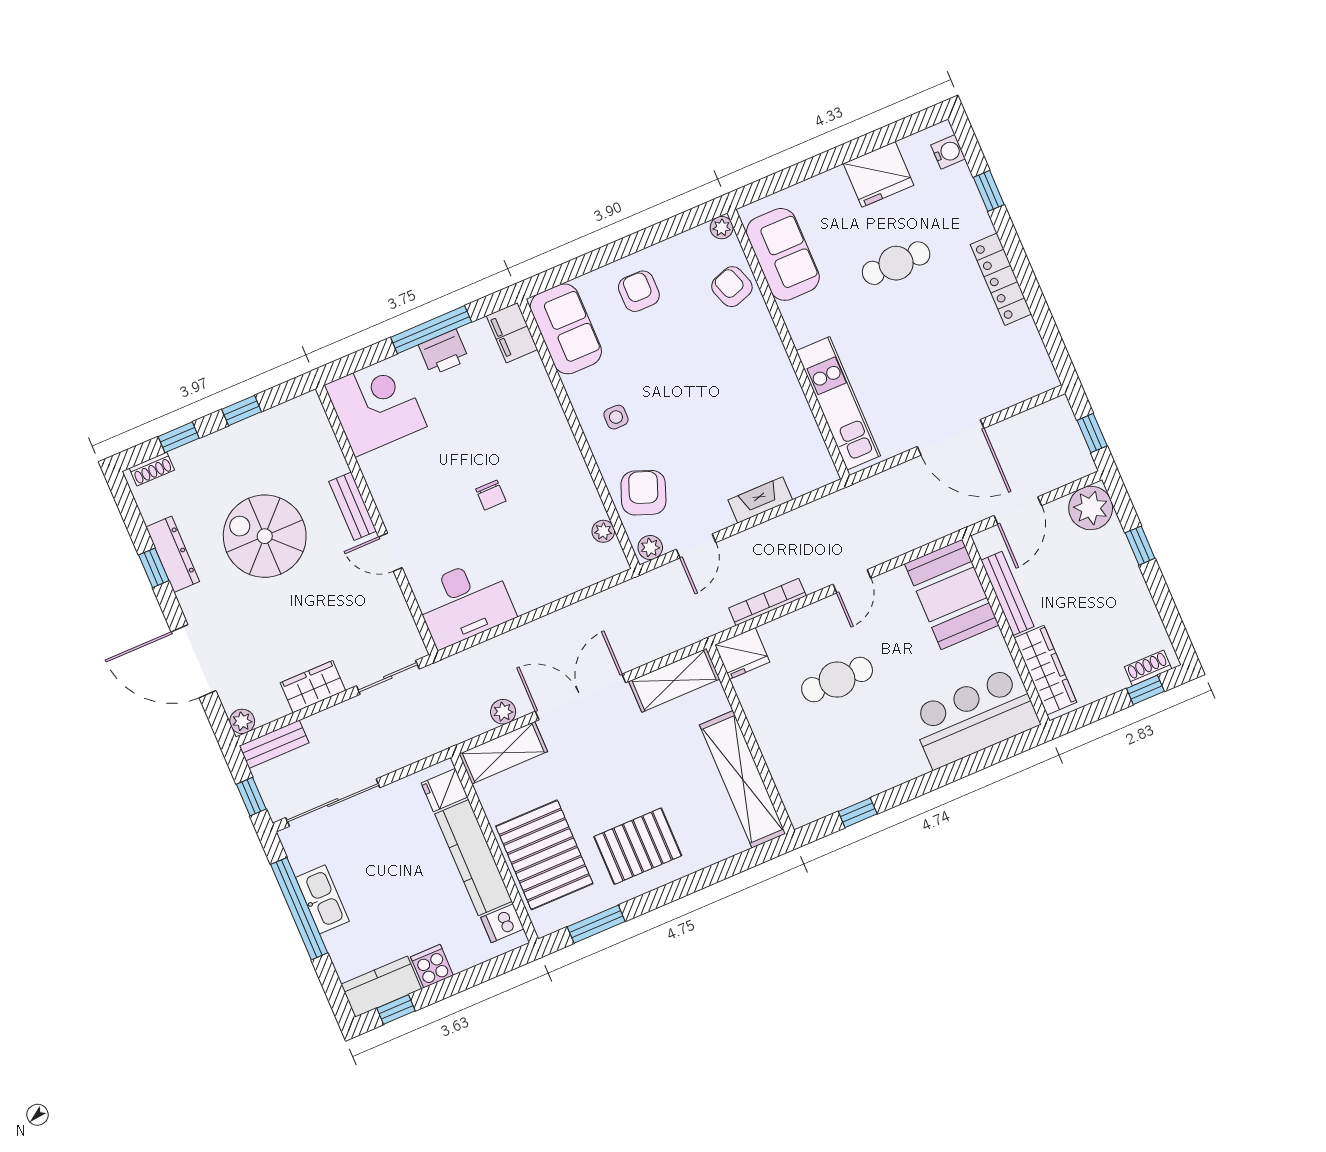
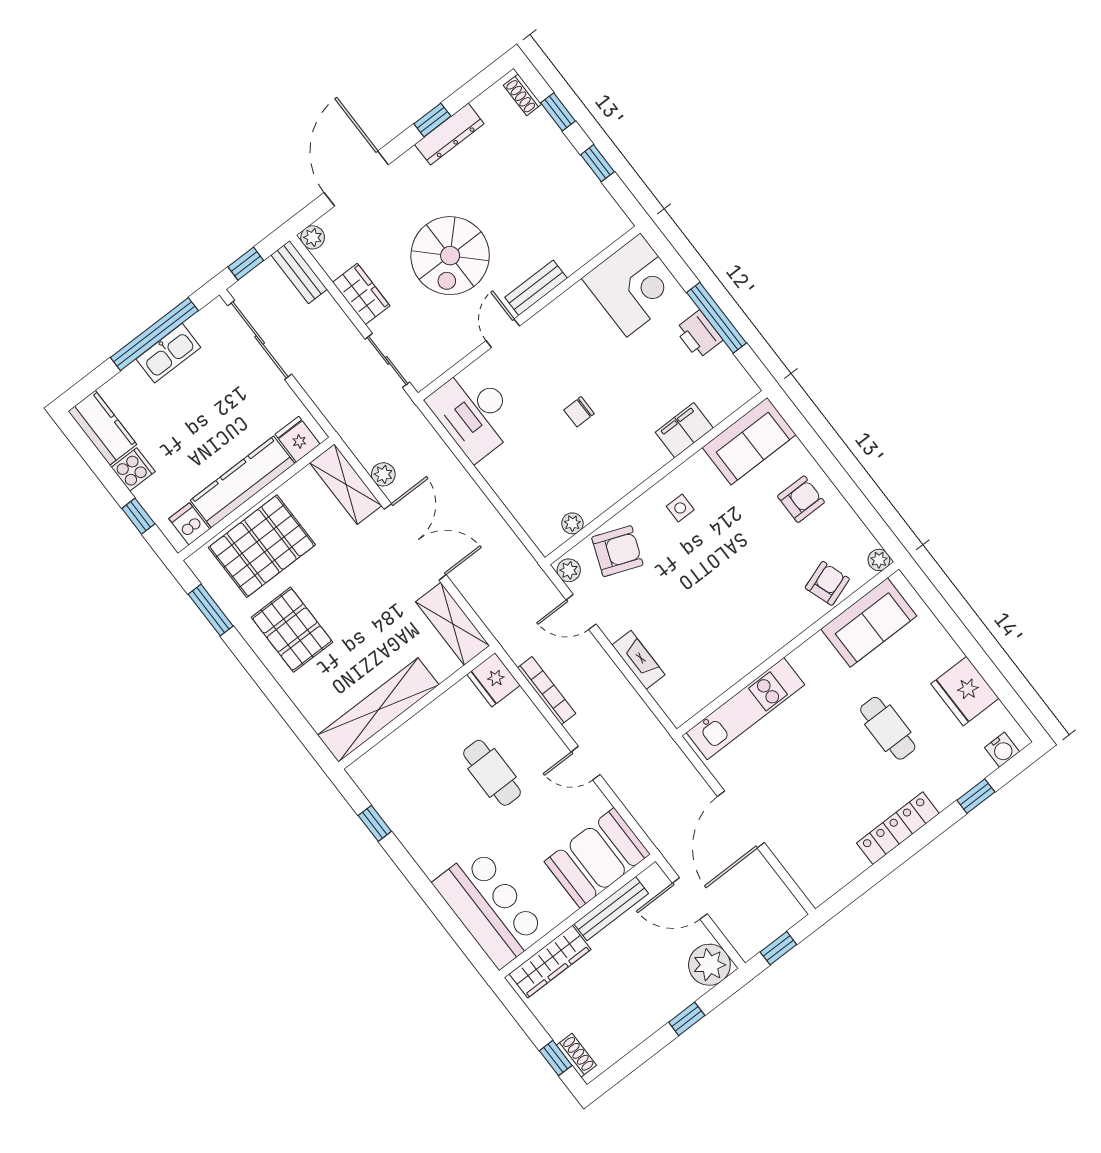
filing cabinet: (512, 333) -> (684, 430), moved
spiral stairs: (265, 536) -> (450, 256), moved, turned 180
window: (396, 1010) -> (138, 516), moved

